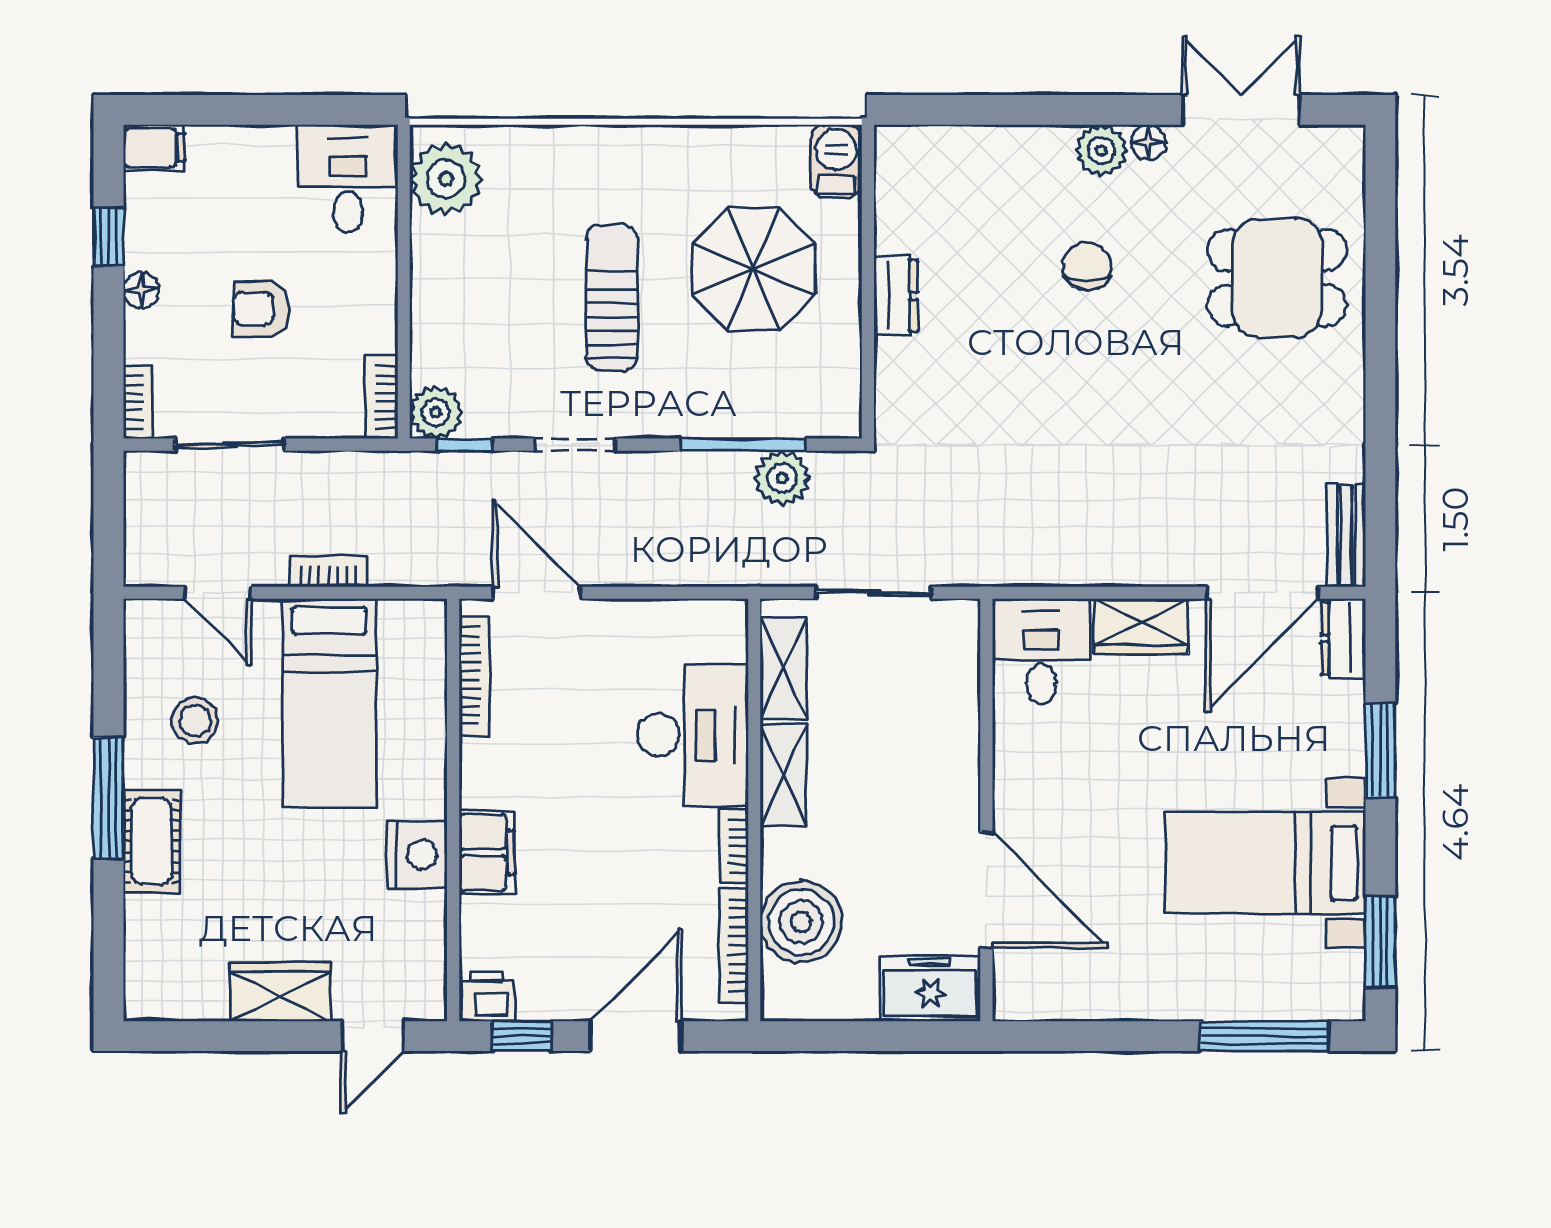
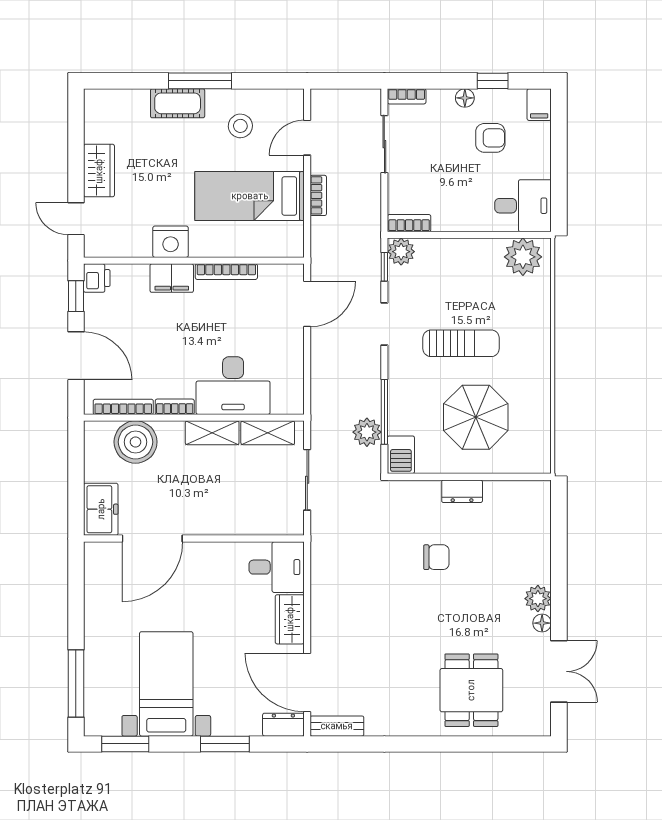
barbecue: (836, 161) -> (401, 455), moved, turned 90
chair: (1087, 266) -> (436, 557), moved
armchair: (261, 309) -> (490, 138), moved, turned 90
bookcase: (474, 676) -> (226, 272), moved

